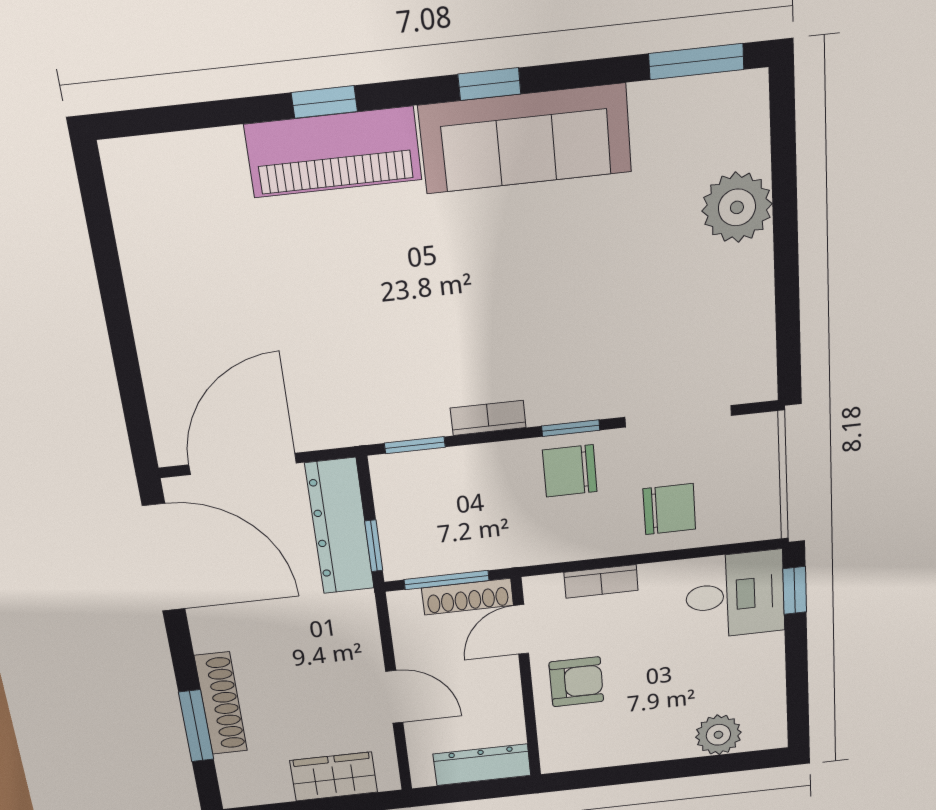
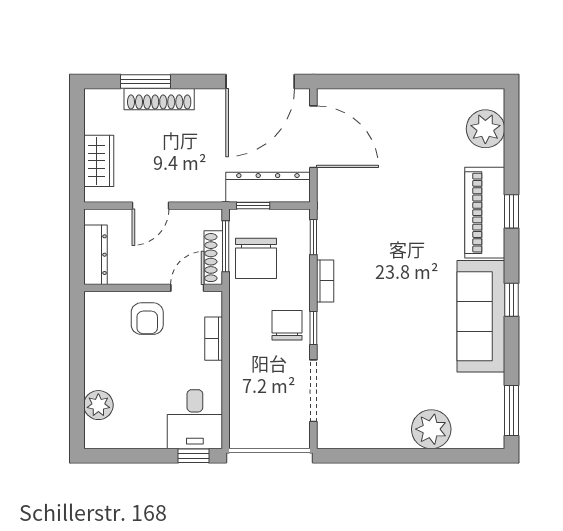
plant: (178, 168) -> (485, 129), added
chair: (669, 509) -> (256, 258), moved, width x1.37, depth x1.37
door: (521, 629) -> (187, 288), hinge flipped

